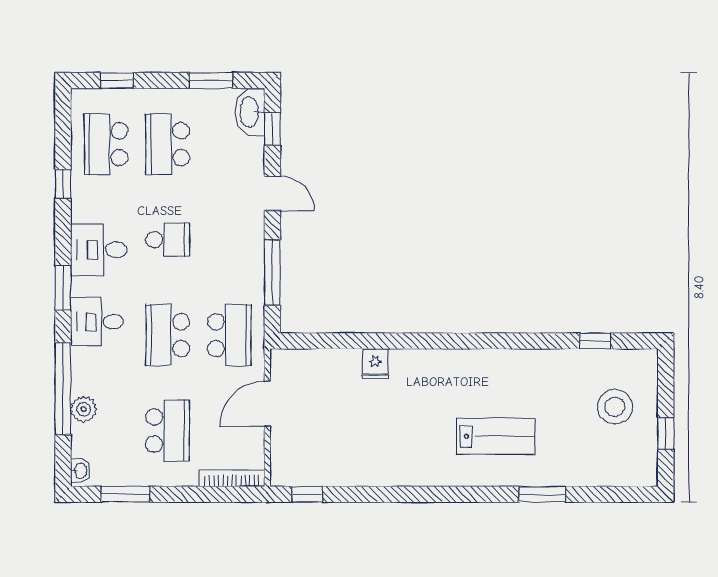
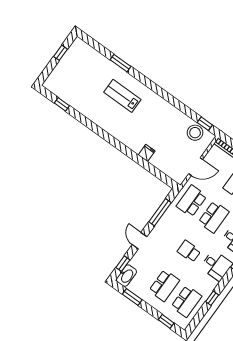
stool: (615, 407) -> (195, 133), moved

